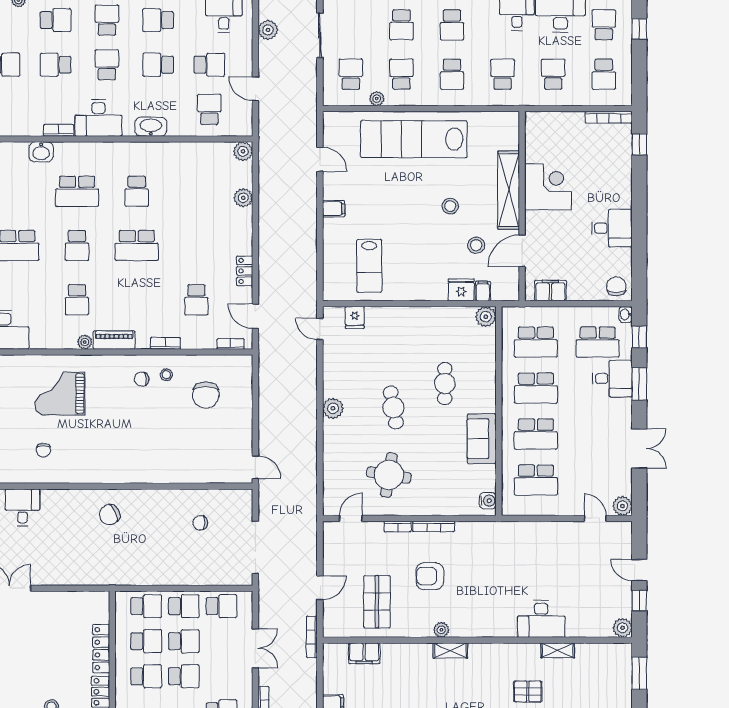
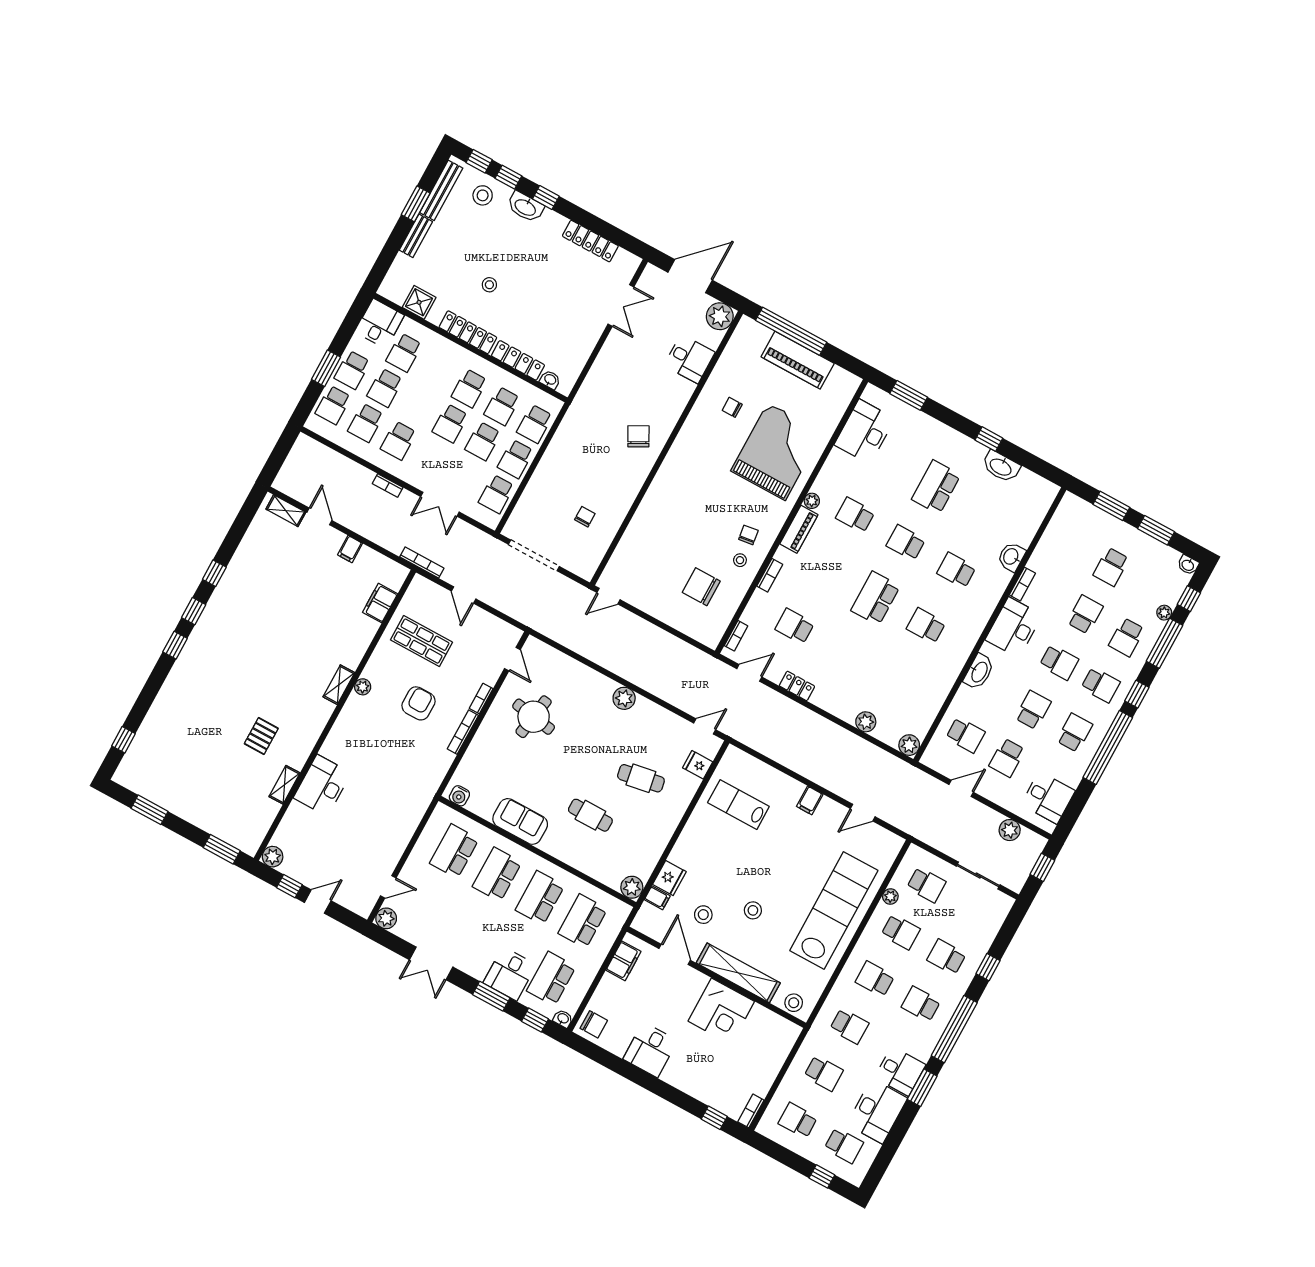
bookcase: (609, 117) -> (751, 1111), width x0.64
stool: (508, 131) -> (794, 1003), added
school desk: (77, 191) -> (956, 570), width x0.54
grand piano: (60, 394) -> (777, 452), width x1.37, depth x1.48
cafe table: (393, 408) -> (641, 778), moved
washbasin: (103, 613) -> (550, 380), added

